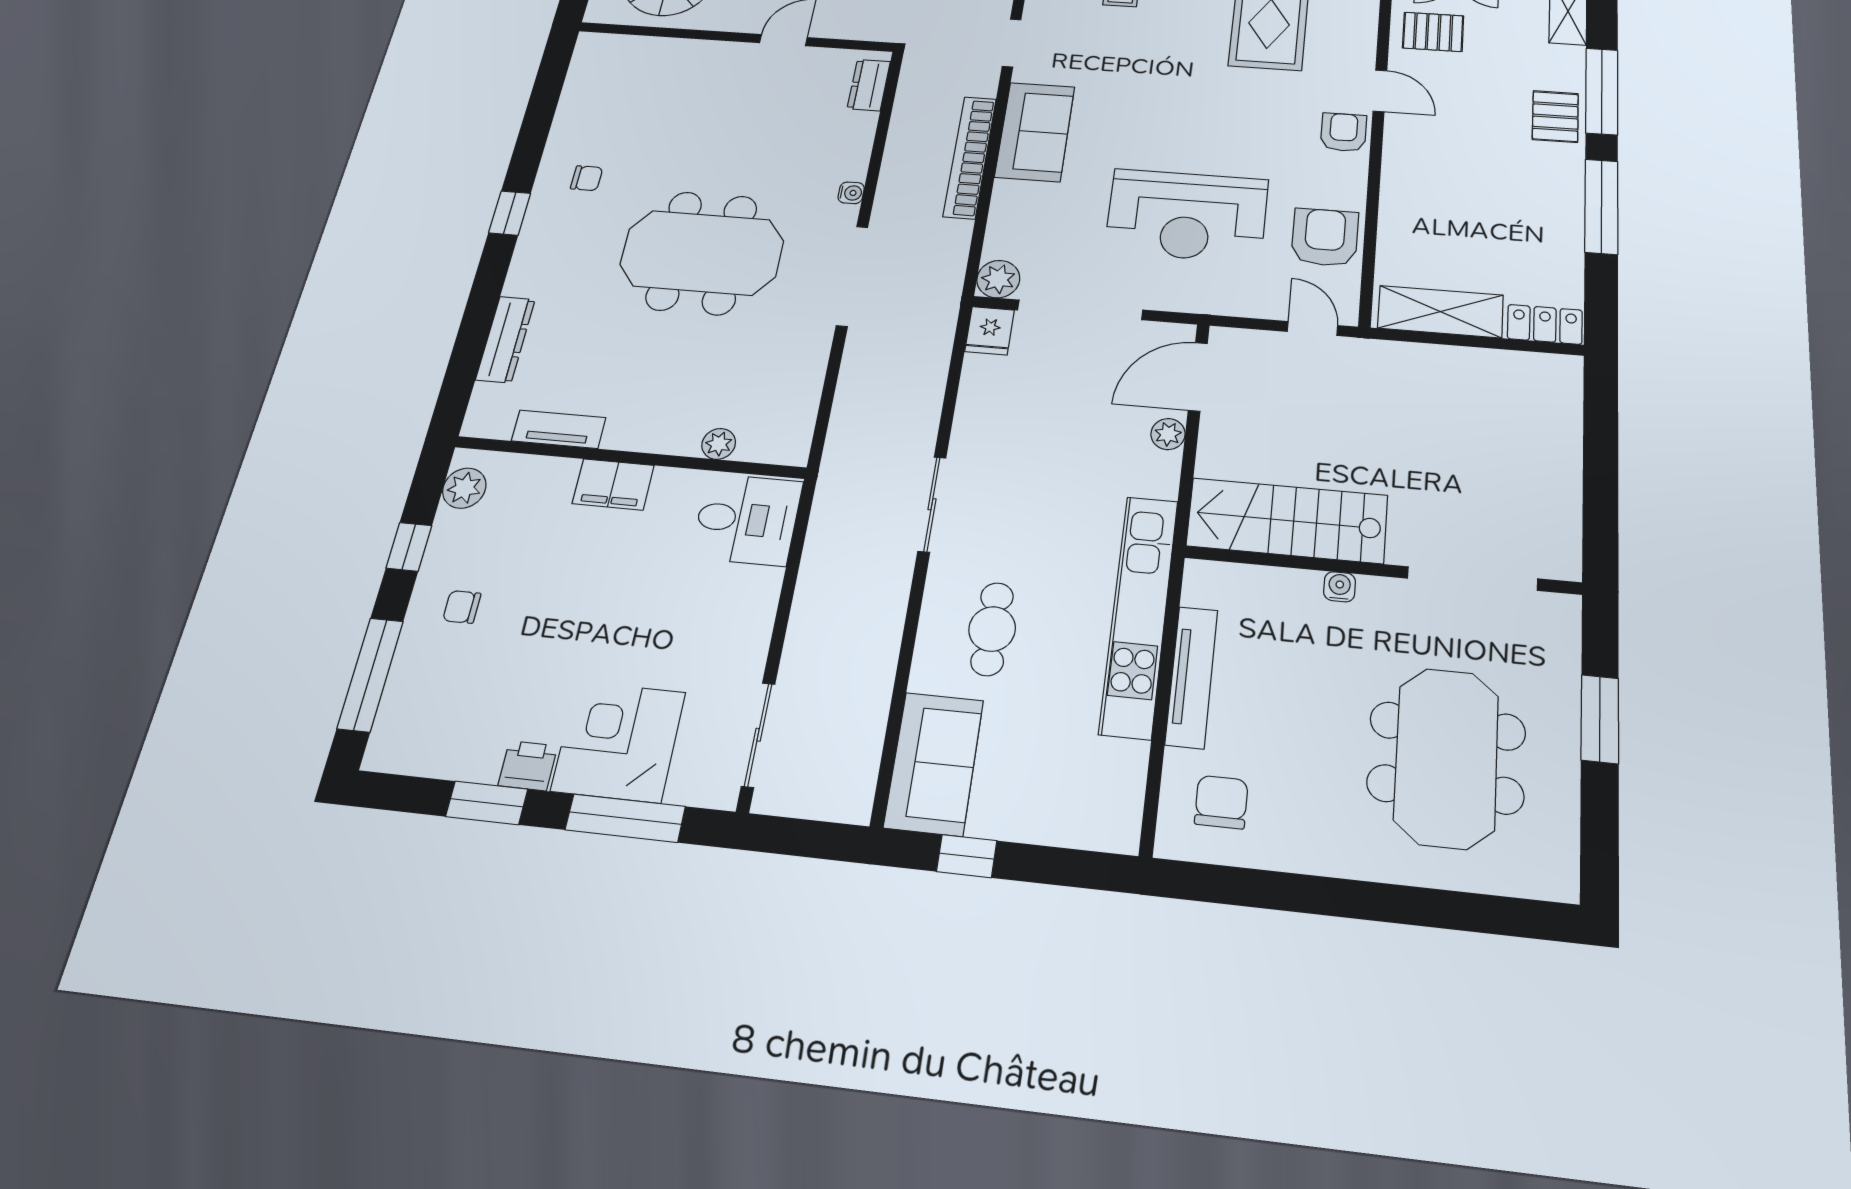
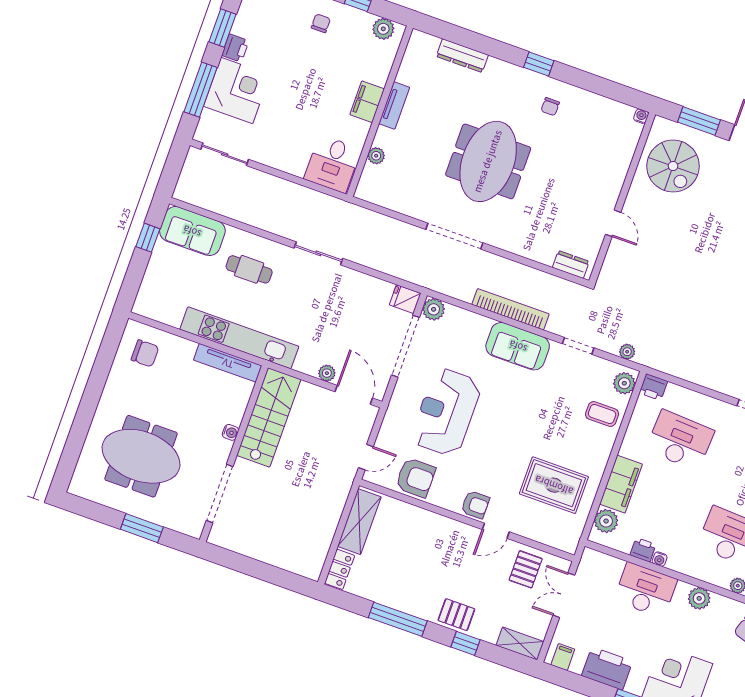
window: (1602, 91) -> (465, 643), width x0.46
water cooler: (851, 193) -> (641, 116), moved, turned 180
tv unit: (559, 429) -> (394, 105), moved
tv unit: (1191, 677) -> (228, 363), moved

